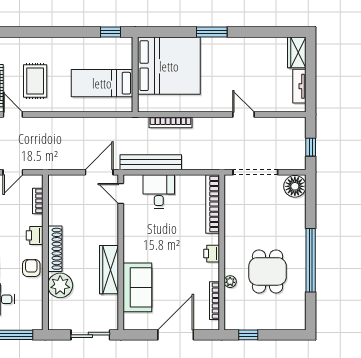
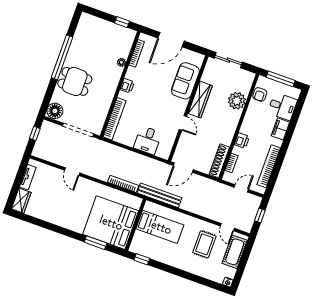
window: (212, 32) -> (96, 243), moved
bench: (151, 162) -> (160, 195), moved
door: (121, 193) -> (183, 123), moved
shoe rack: (55, 249) -> (219, 161), moved
armchair: (31, 268) -> (260, 94), moved
dining table: (268, 271) -> (75, 81), moved, turned 90

